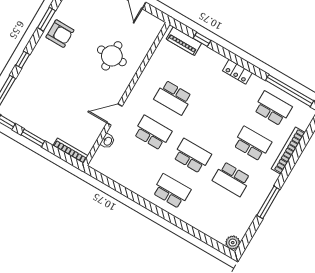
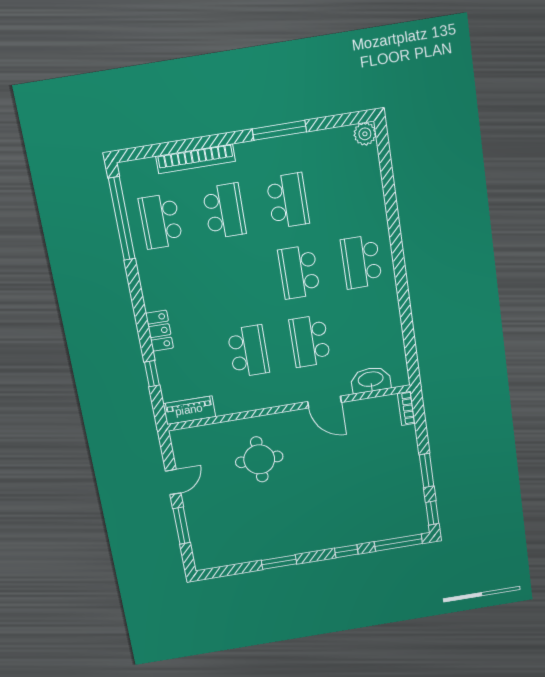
armchair: (60, 34) -> (283, 535), removed
piano: (184, 41) -> (189, 410), moved, turned -90
locker: (237, 72) -> (160, 331), moved
washbasin: (108, 141) -> (371, 380), width x1.91, depth x1.45
school desk: (252, 144) -> (224, 211), turned 180
bookcase: (70, 151) -> (406, 408), width x0.64

